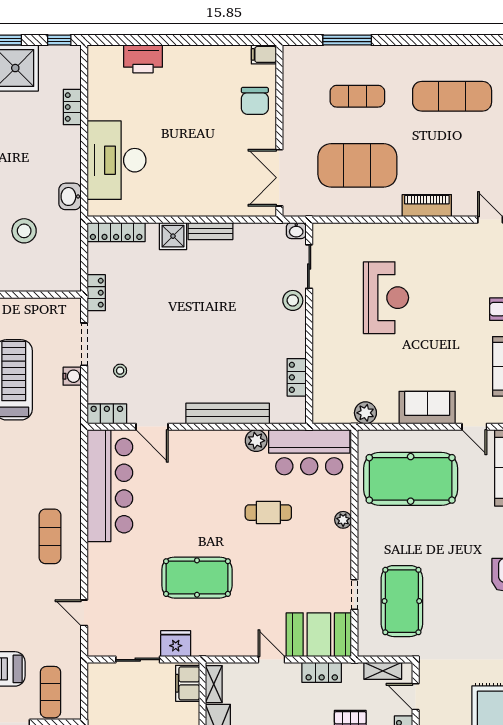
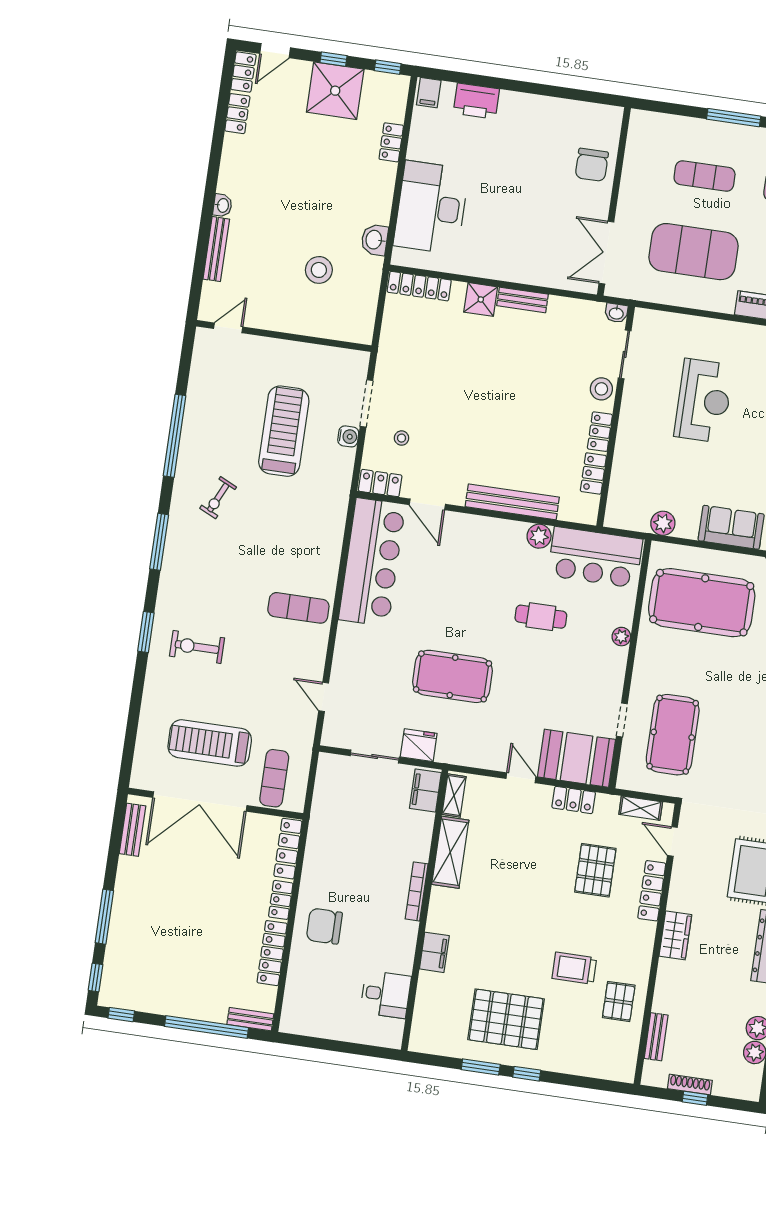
window: (347, 40) -> (734, 118), moved
filing cabinet: (264, 54) -> (429, 93), moved, turned -90
locker: (96, 293) -> (600, 432), moved, turned 180
exercise mat: (50, 536) -> (298, 608), turned 90

